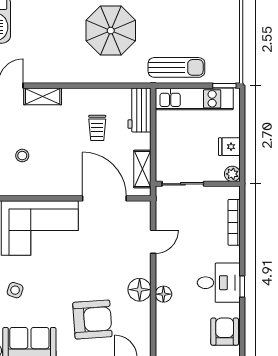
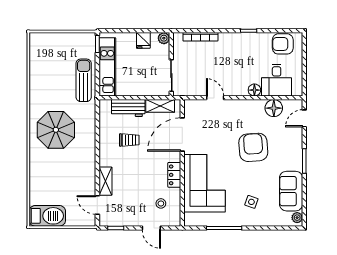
workbench: (140, 110) -> (128, 108), moved
stool: (22, 156) -> (161, 203), moved
locker: (51, 188) -> (174, 175), added
desk: (219, 283) -> (277, 80), moved, turned 180
floor lamp: (140, 290) -> (274, 108), moved
armchair: (92, 320) -> (253, 147), moved

